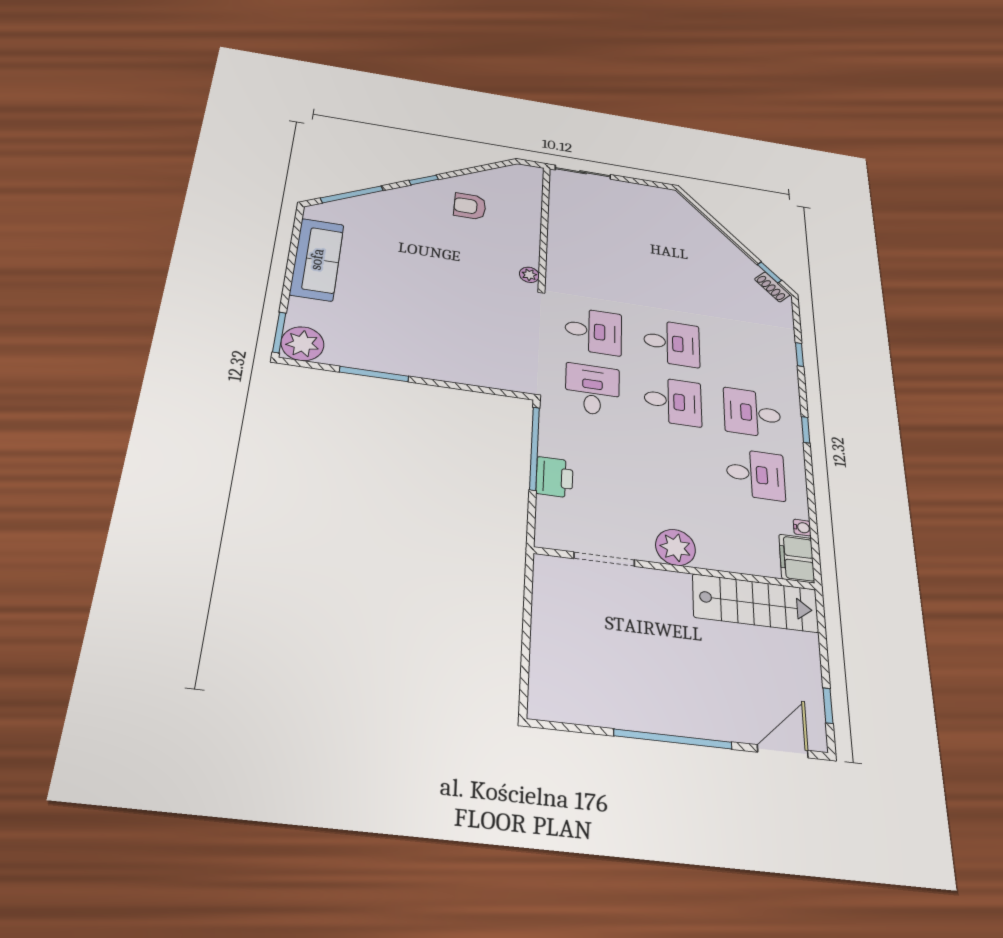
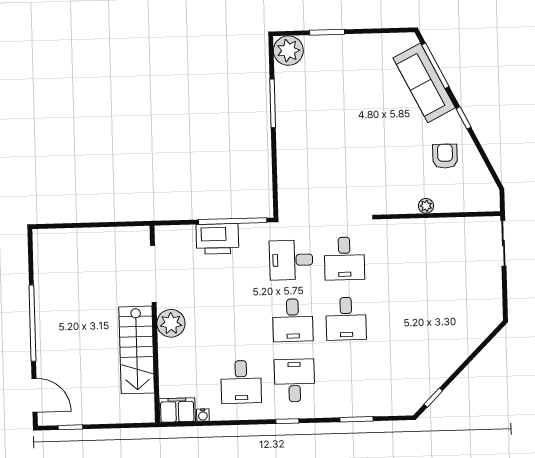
sofa: (317, 259) -> (424, 83), moved, turned 63
plant: (529, 275) -> (426, 206), moved
shoe rack: (772, 287) -> (419, 399), removed
window: (279, 332) -> (327, 32), moved
window: (800, 354) -> (357, 419), width x1.50
desk: (592, 390) -> (291, 260), turned 180
printer: (555, 477) -> (217, 239), width x1.37, depth x1.19
doorway: (604, 559) -> (153, 274), width x1.36
stairs: (755, 603) -> (137, 350), moved

